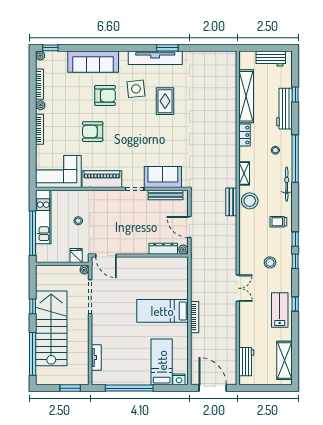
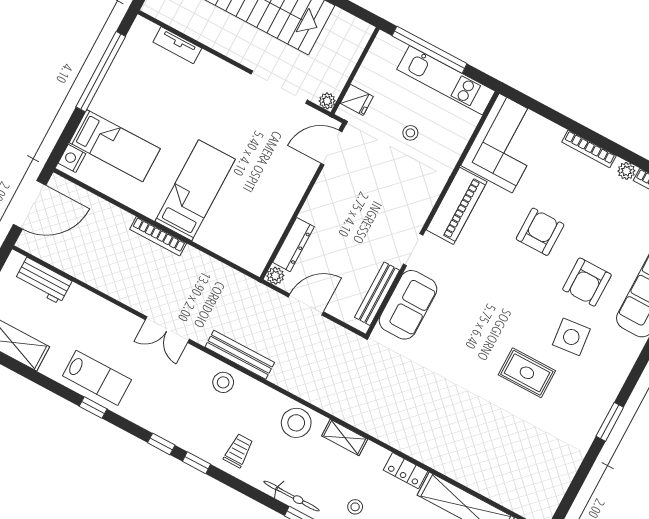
tv unit: (155, 58) -> (604, 394), removed
bench: (231, 202) -> (240, 355), moved, width x1.36
stool: (270, 262) -> (223, 382), moved

